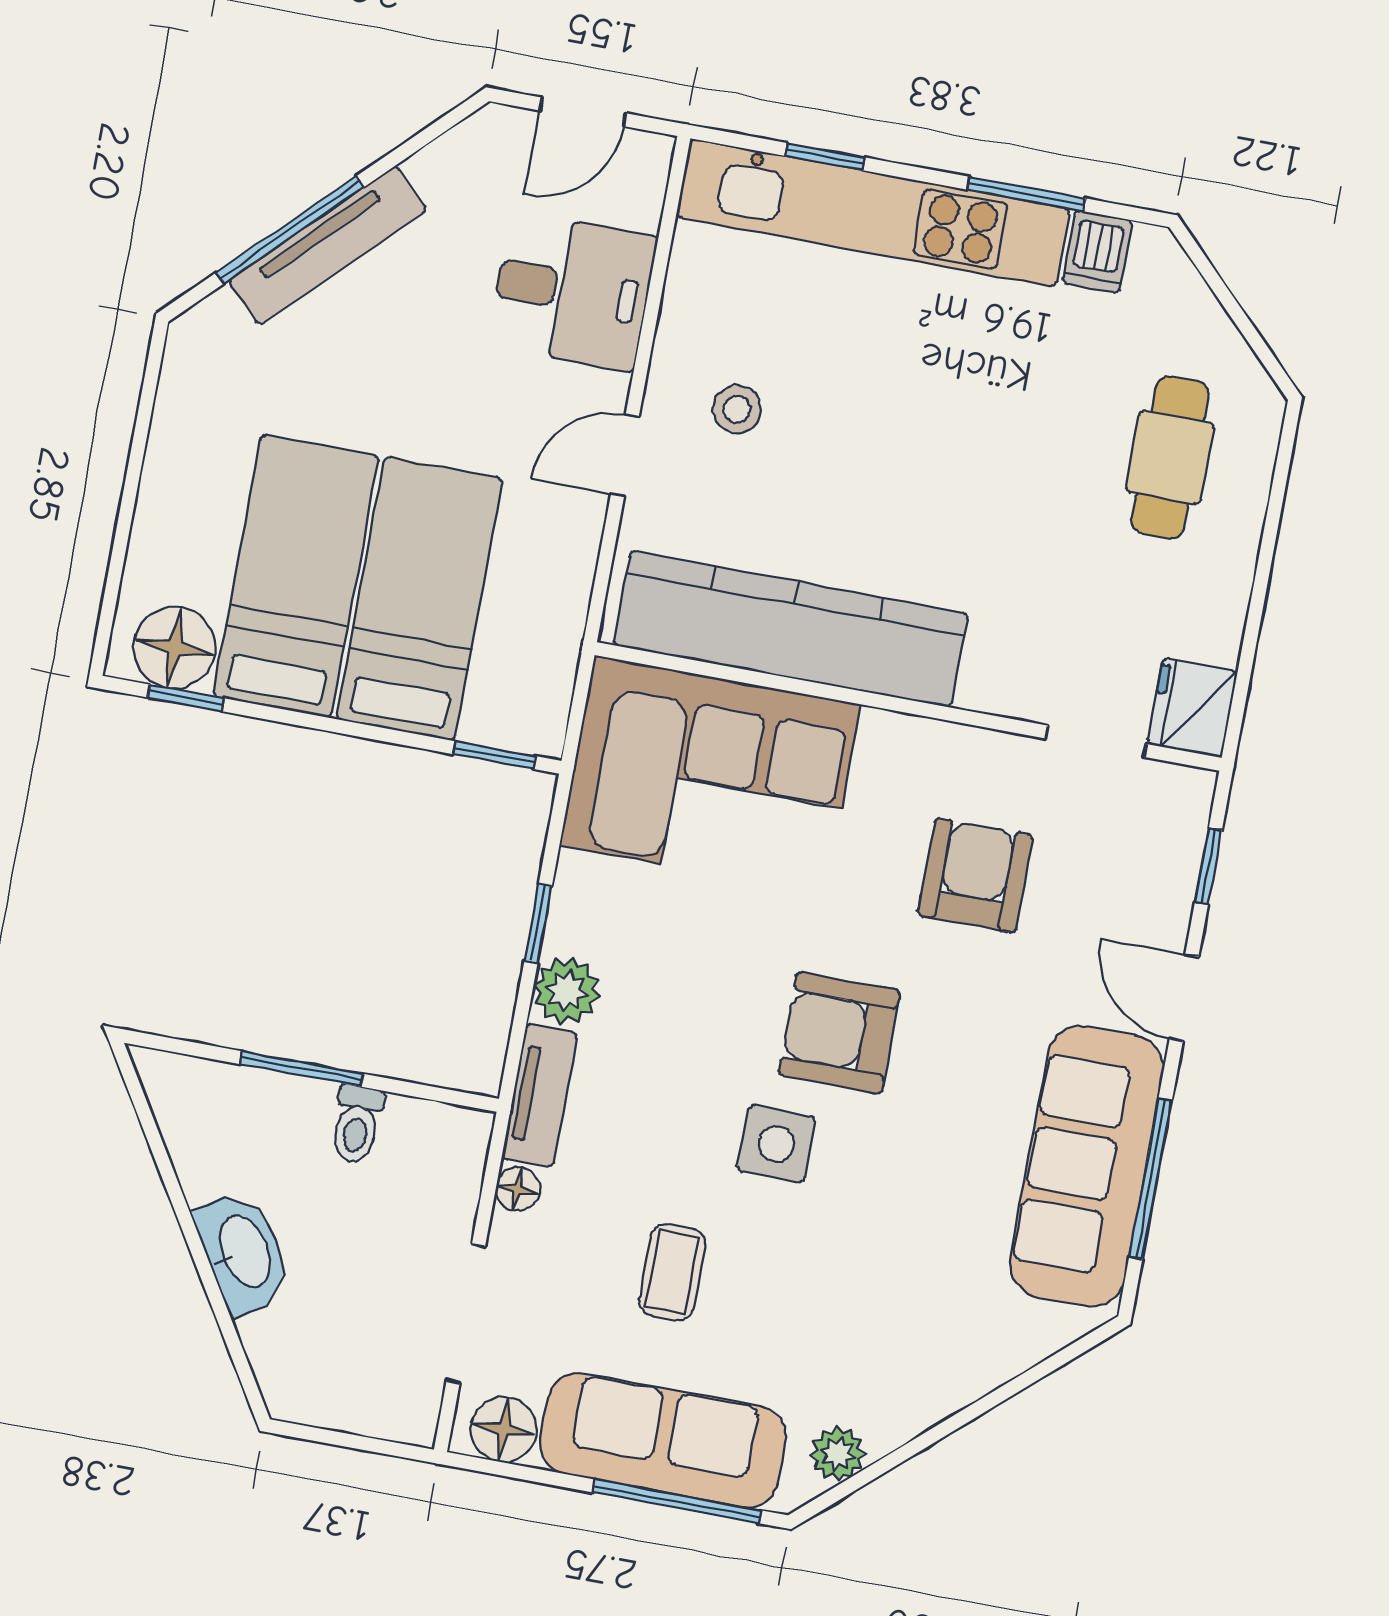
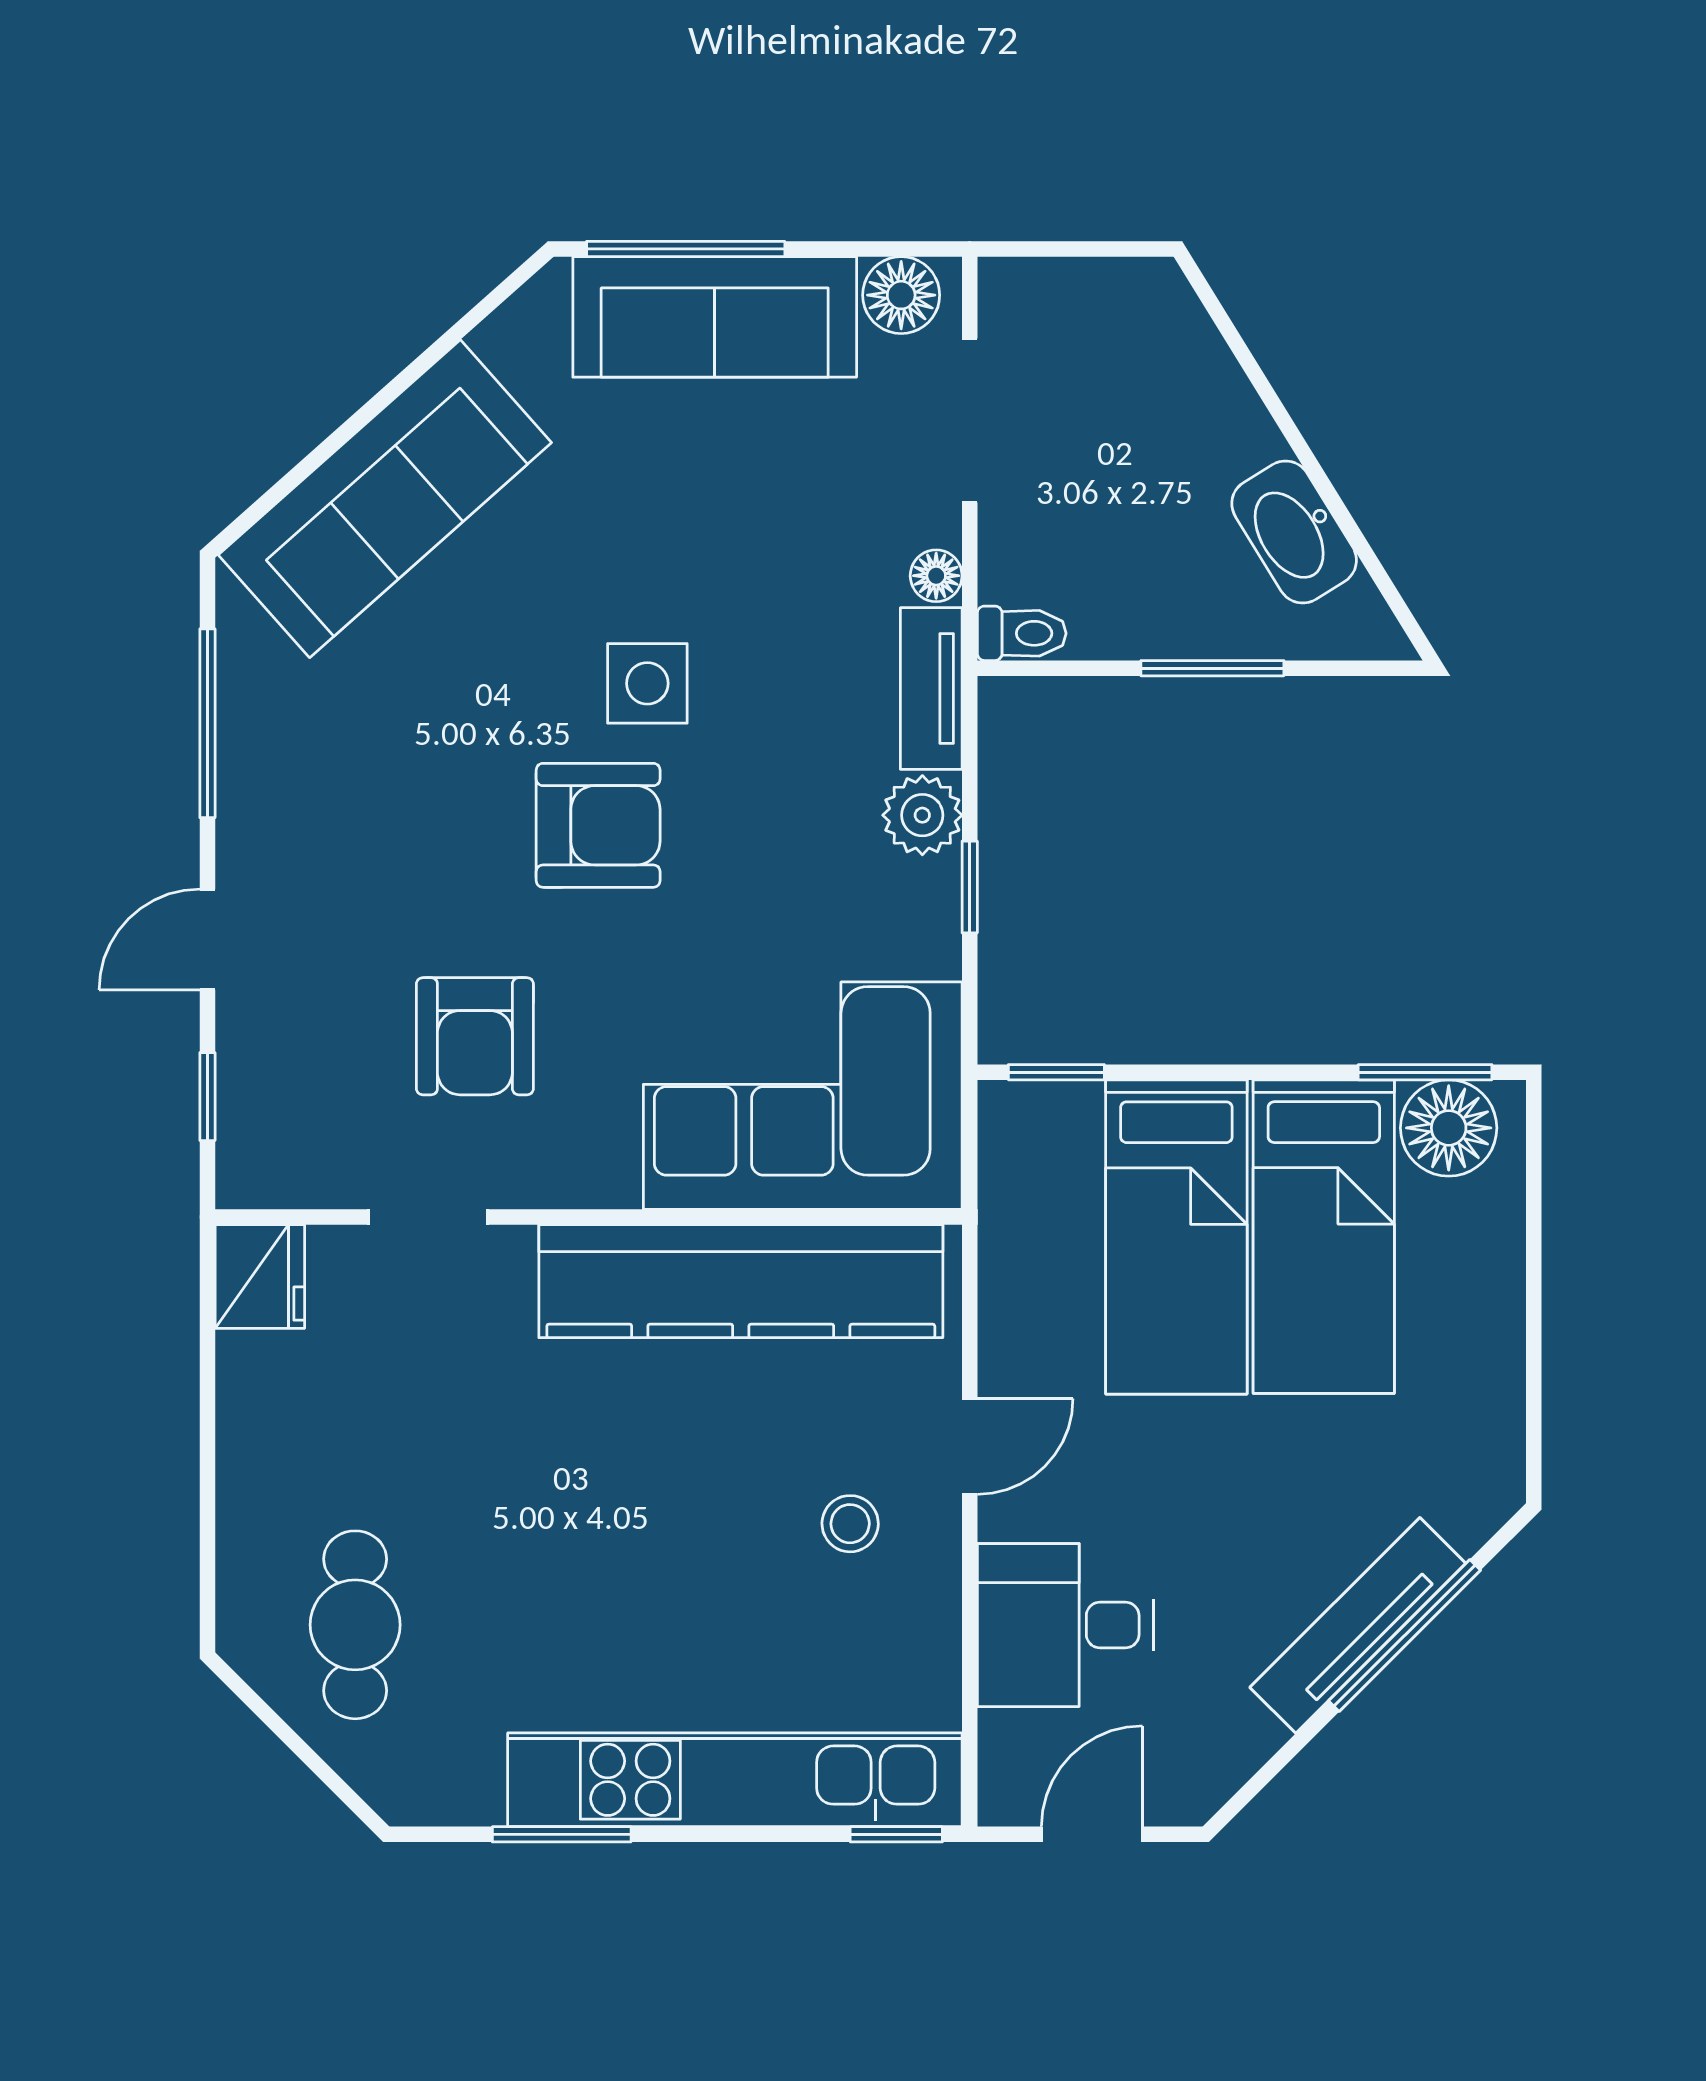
window: (825, 157) -> (896, 1834), moved
dishwasher: (1097, 252) -> (467, 1783), removed
cafe table: (1170, 457) -> (355, 1625), moved
window: (186, 698) -> (1425, 1072), width x1.50
doorway: (1096, 741) -> (428, 1217), moved
door: (1184, 998) -> (207, 939), swing flipped
toilet: (357, 1124) -> (1022, 633), moved, turned 90
sofa: (1087, 1166) -> (385, 499), moved, turned 48
washbasin: (243, 1252) -> (1294, 532), moved
coffee table: (672, 1272) -> (740, 513), removed
plant: (838, 1454) -> (510, 338), removed

